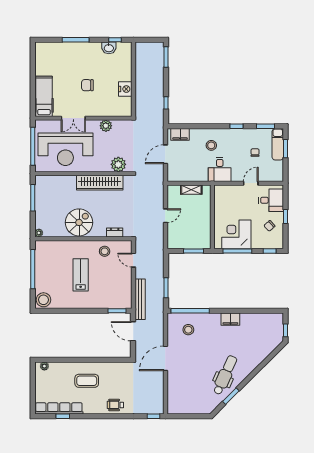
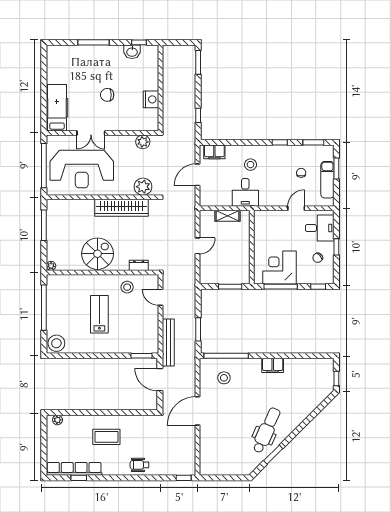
plant: (106, 126) -> (143, 142), moved
exam couch: (278, 144) -> (327, 180), moved
desk: (220, 169) -> (245, 192), moved

